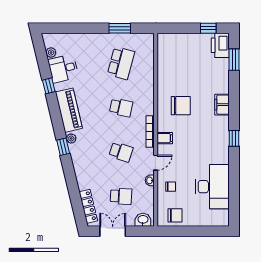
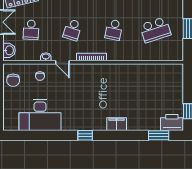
school desk: (121, 63) -> (155, 30), turned -33
chair: (181, 106) -> (116, 86), removed
filing cabinet: (165, 138) -> (85, 71), removed

